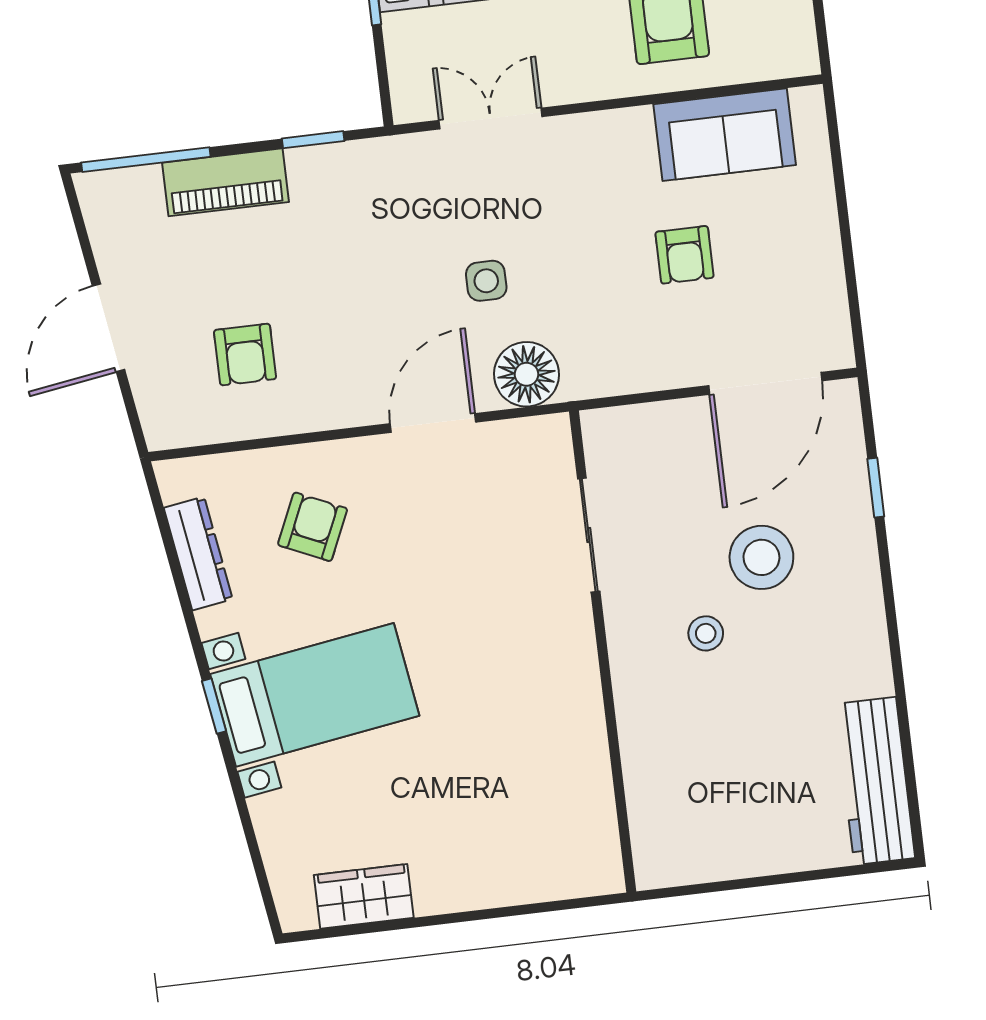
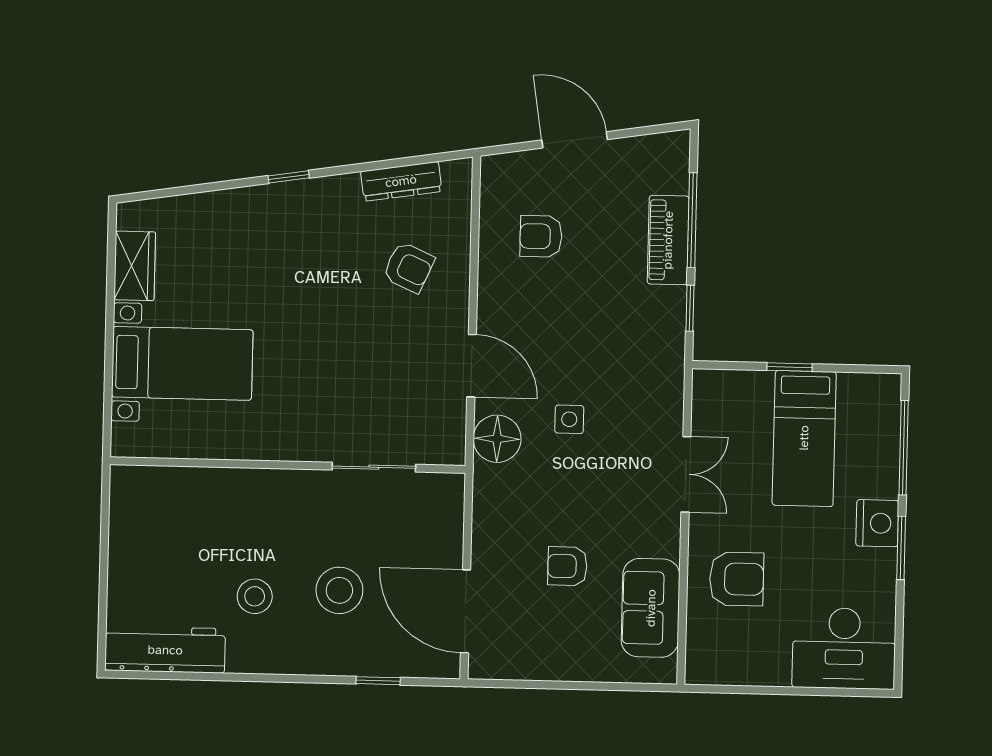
double door: (491, 119) -> (686, 474), moved
window: (146, 160) -> (692, 220), moved
stool: (706, 633) -> (255, 596), moved, width x1.37, depth x1.37
bed with nightstands: (315, 695) -> (182, 363), moved, turned -81

